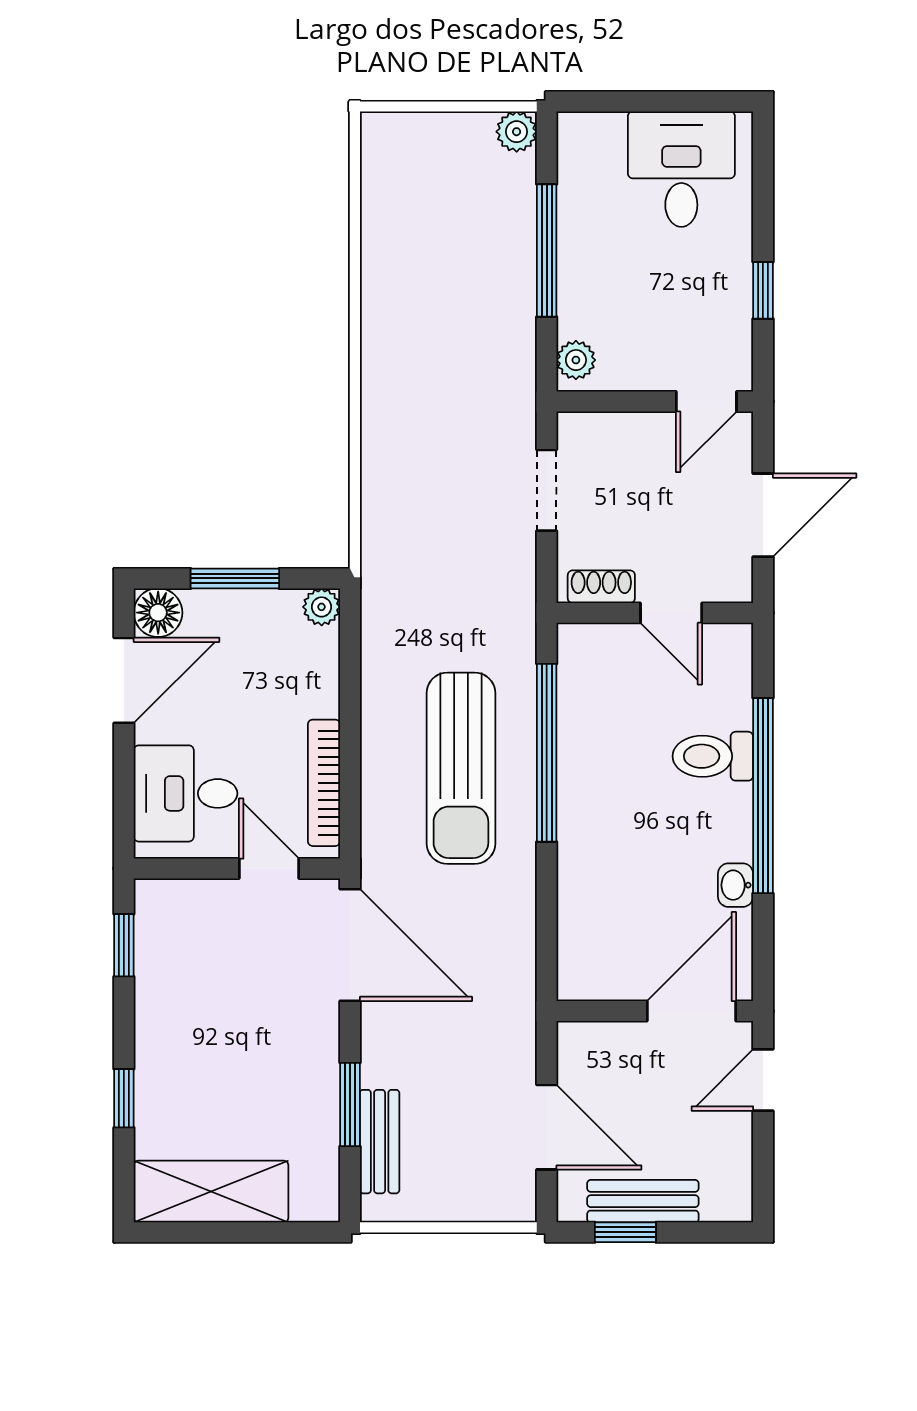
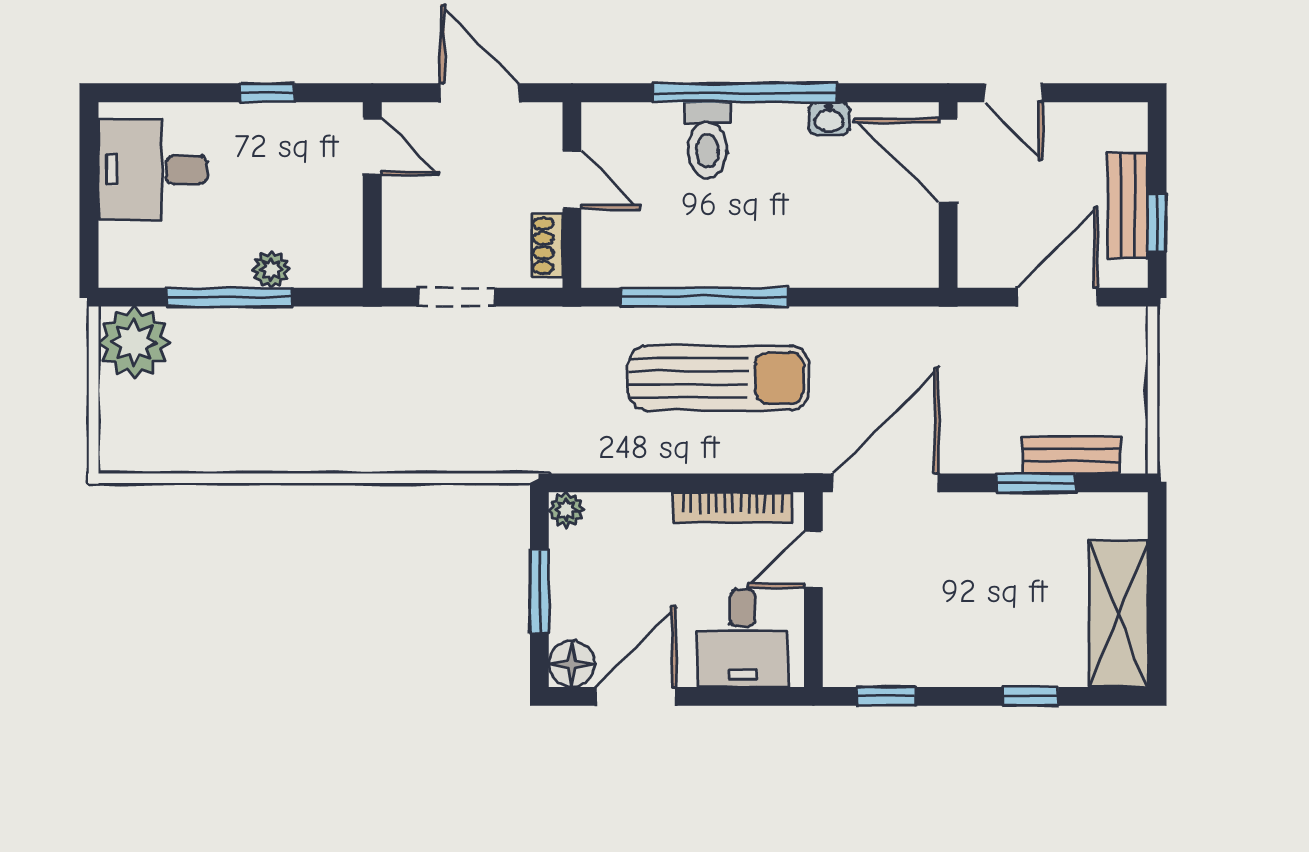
plant: (517, 132) -> (134, 342), width x1.88, depth x1.88
plant: (576, 360) -> (271, 269), moved
door: (671, 613) -> (572, 179), hinge flipped
door: (124, 680) -> (636, 696), hinge flipped

